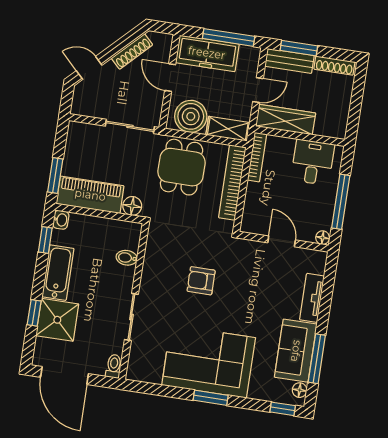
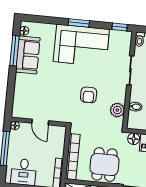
plant: (156, 254) -> (117, 110), added
armchair: (201, 281) -> (89, 95), turned 90
tv unit: (312, 298) -> (20, 88), removed
window: (283, 409) -> (120, 27), moved

